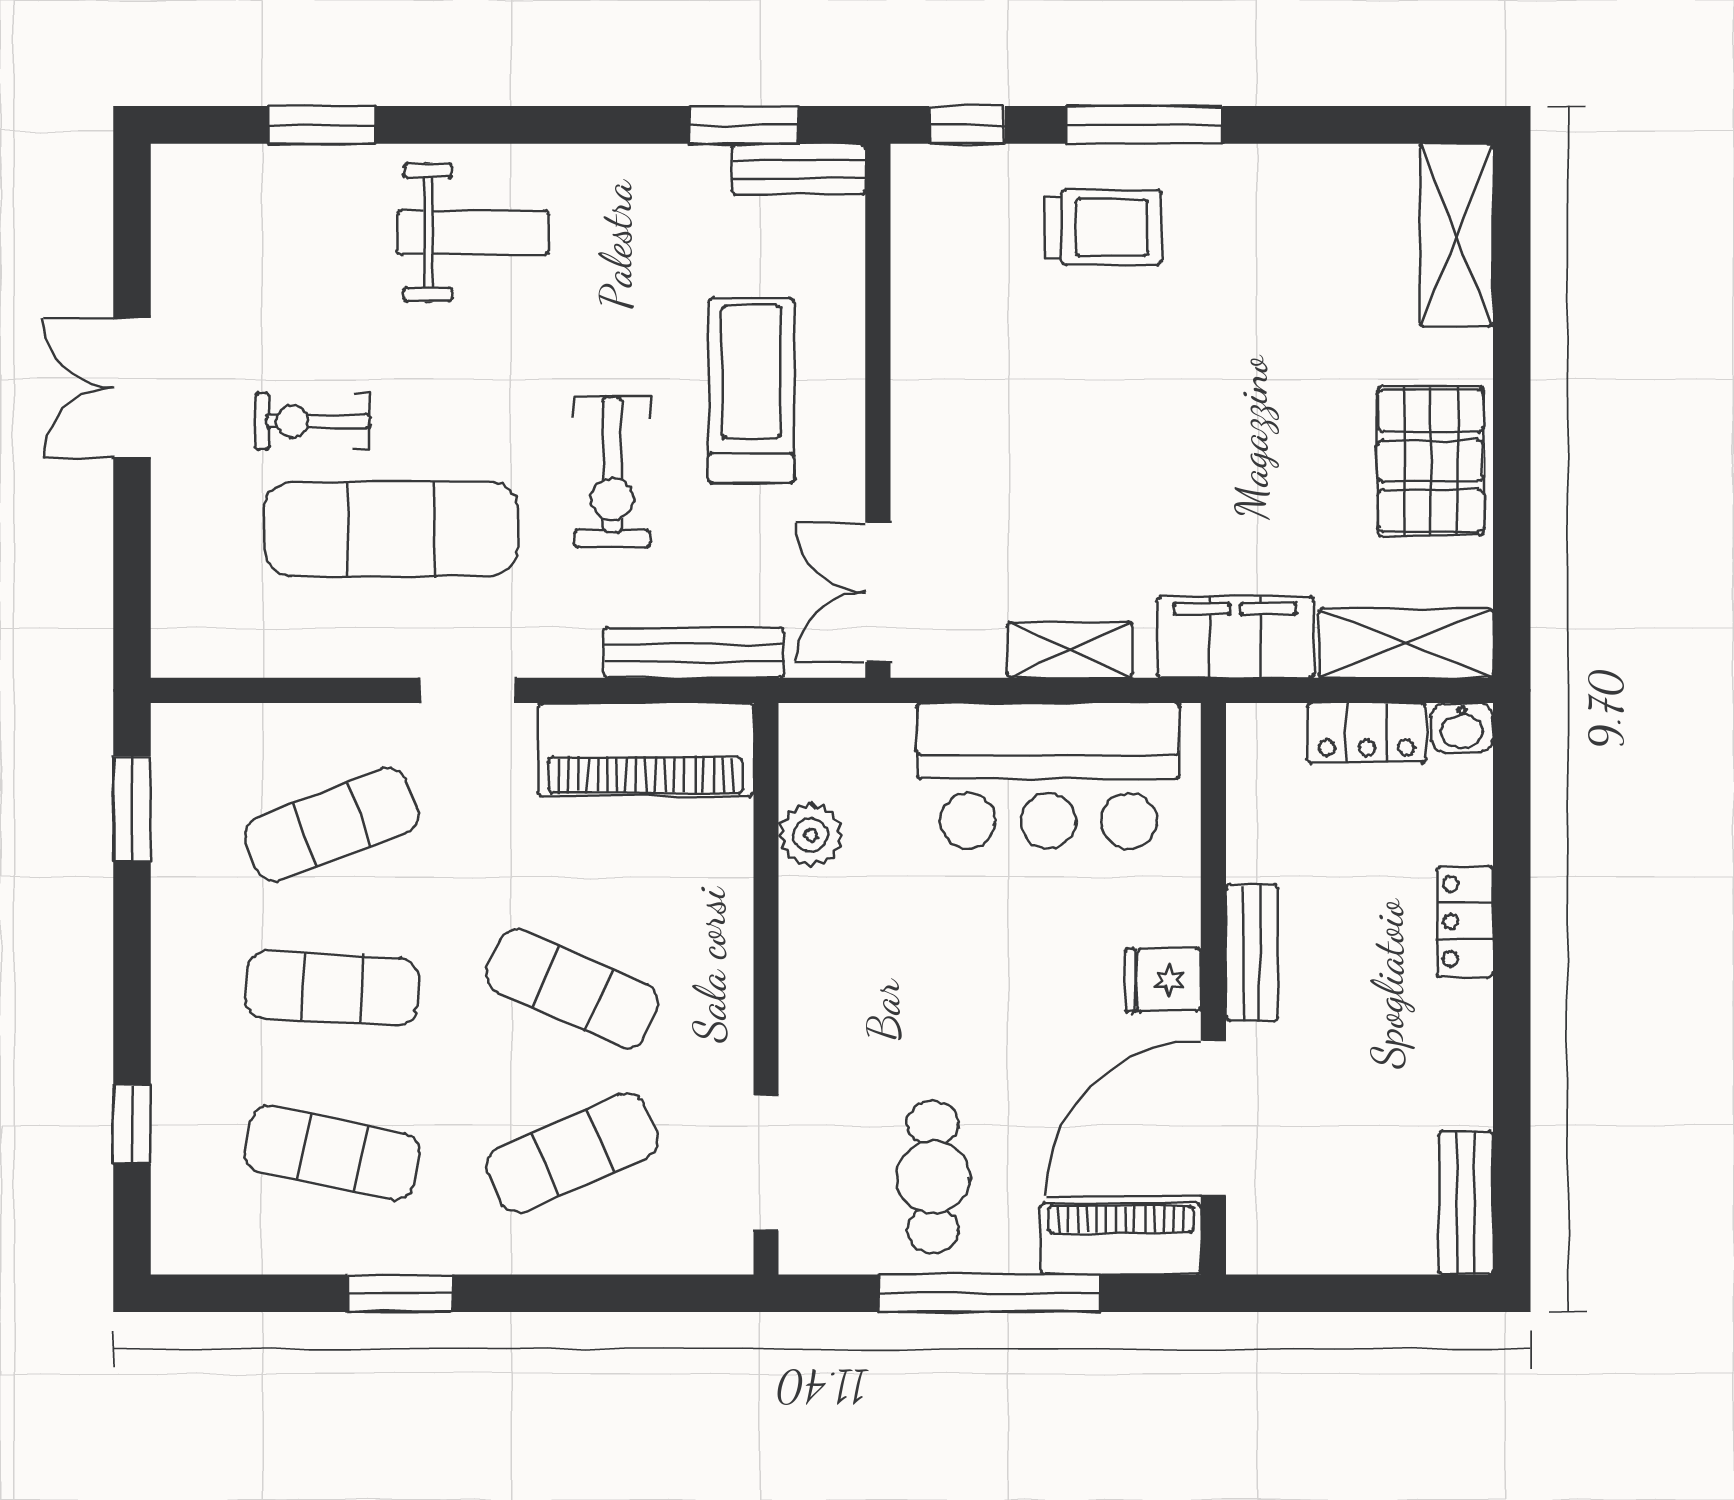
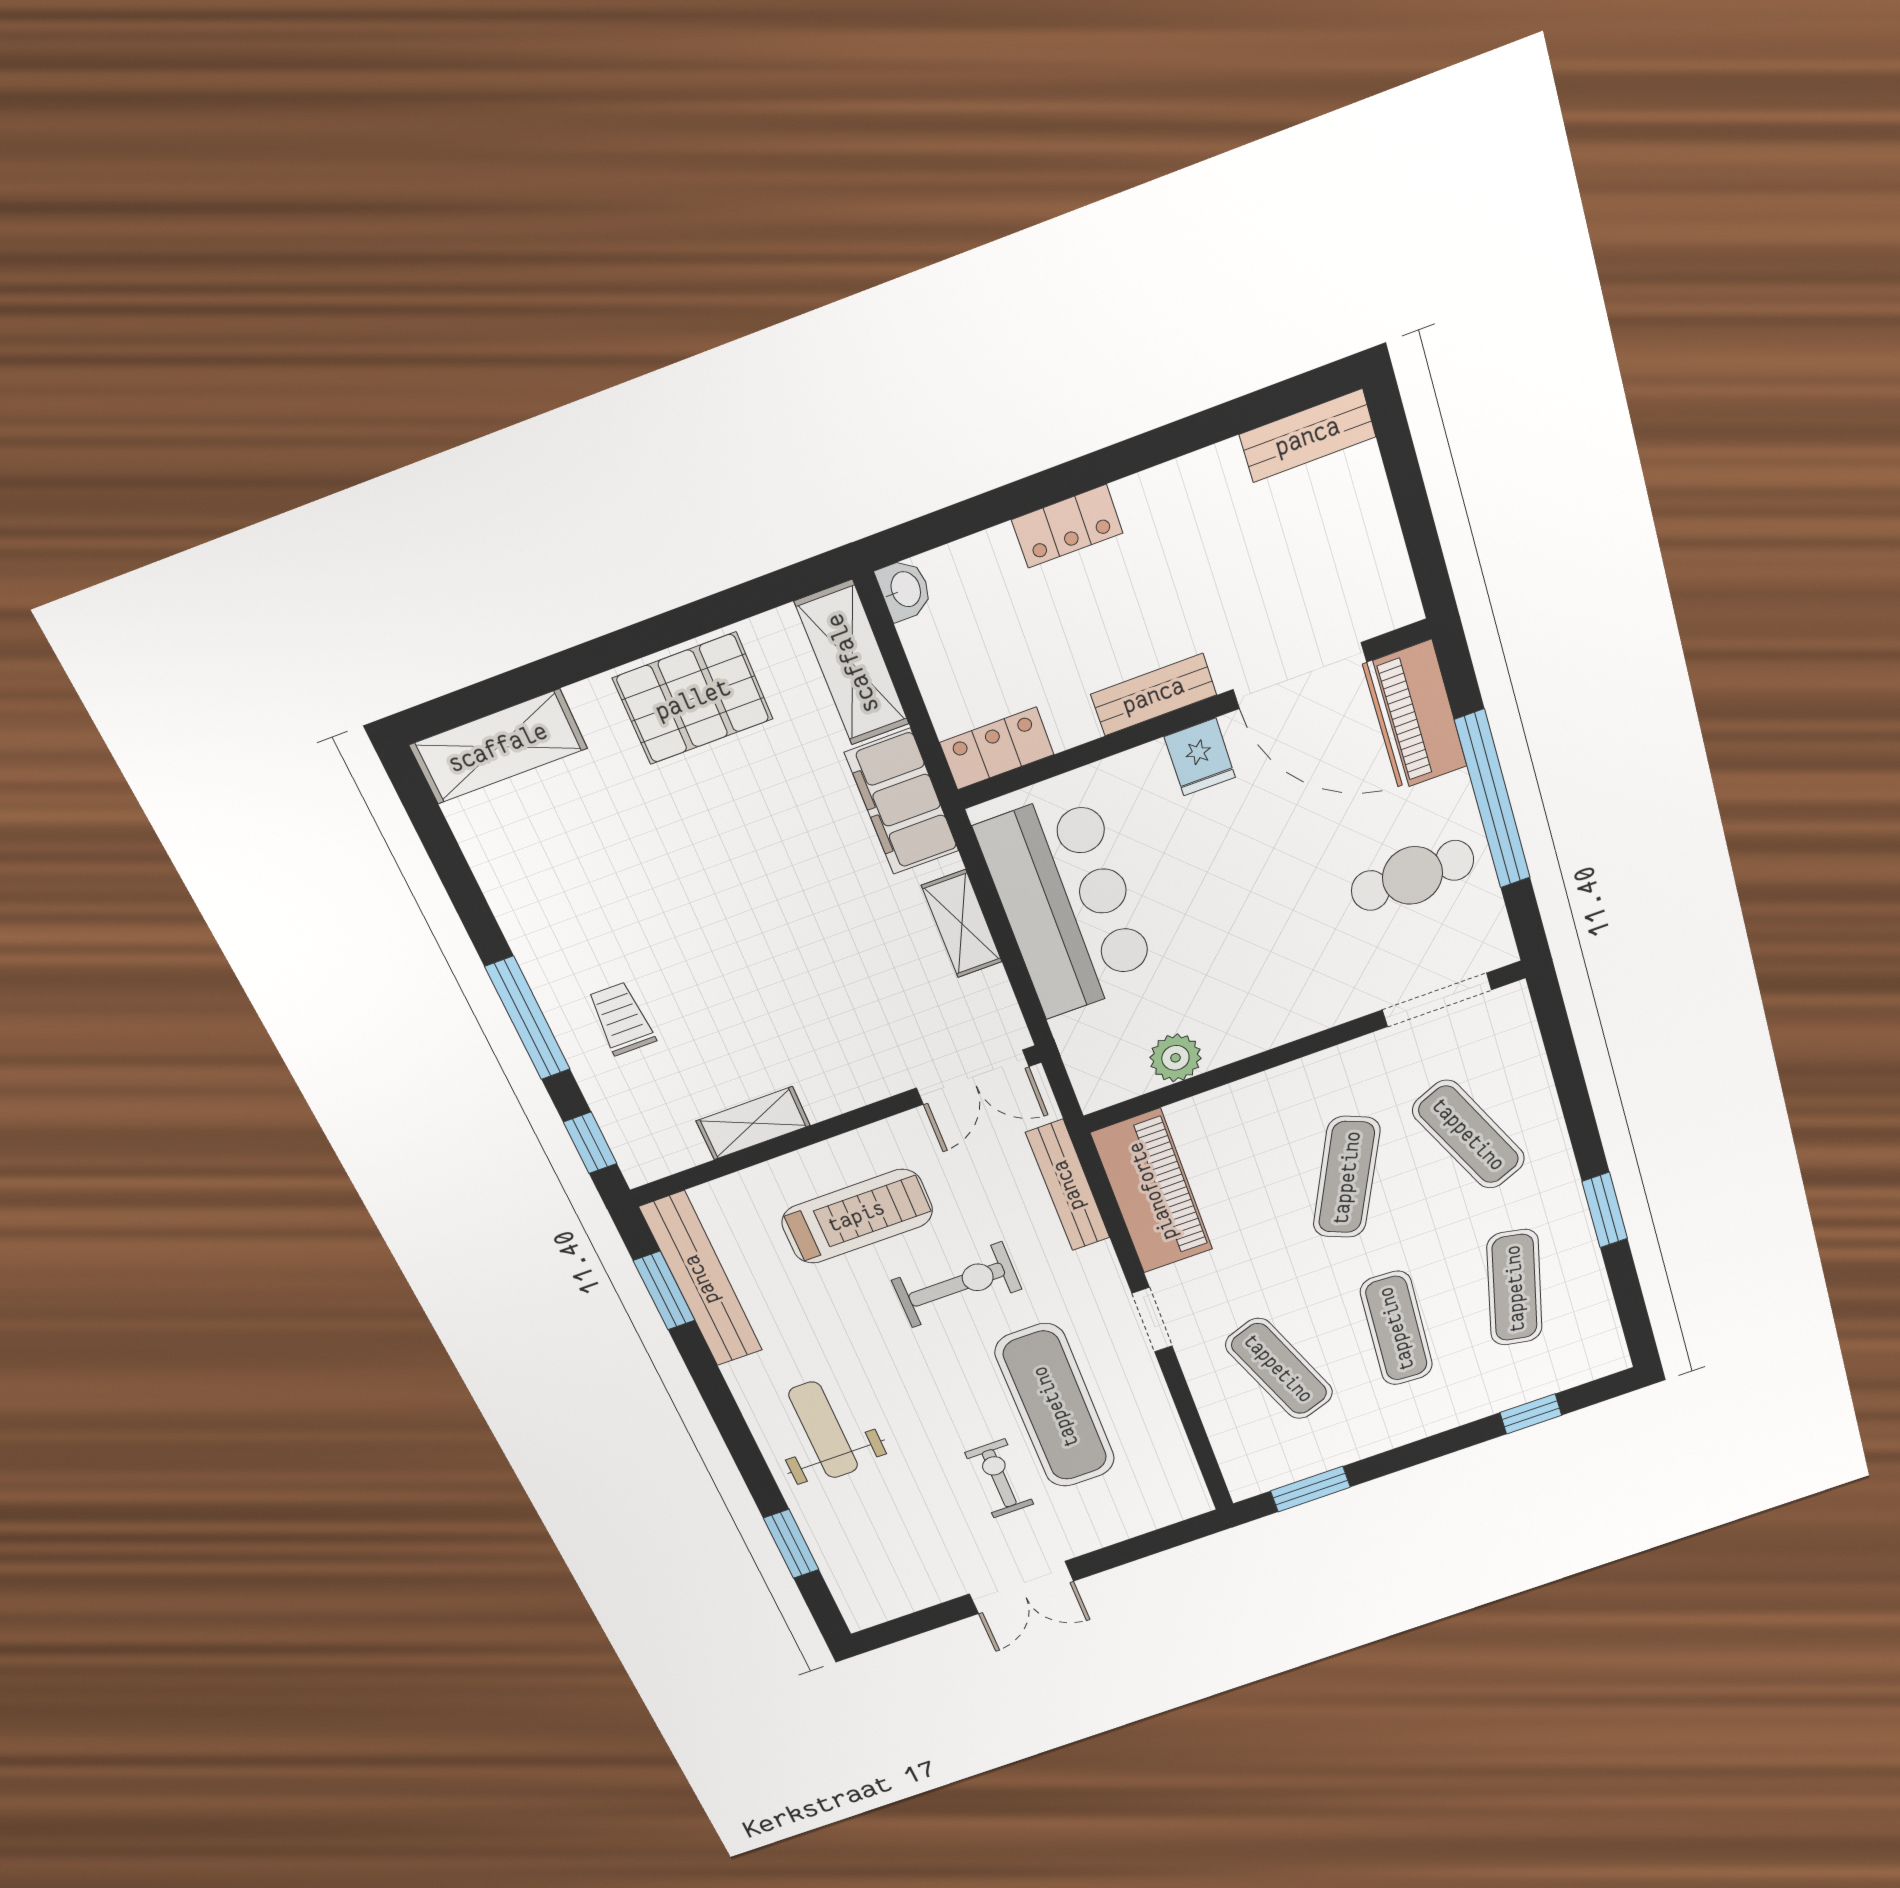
bench: (799, 169) -> (701, 1279), width x1.86, depth x1.21
trolley: (1103, 227) -> (622, 1019), width x0.73, depth x0.72
shelving: (919, 319) -> (753, 1123), added
treadmill: (751, 390) -> (857, 1216), turned 180
exercise bike: (312, 421) -> (999, 1478), turned 180
locker: (1367, 733) -> (997, 749), moved, turned -90

